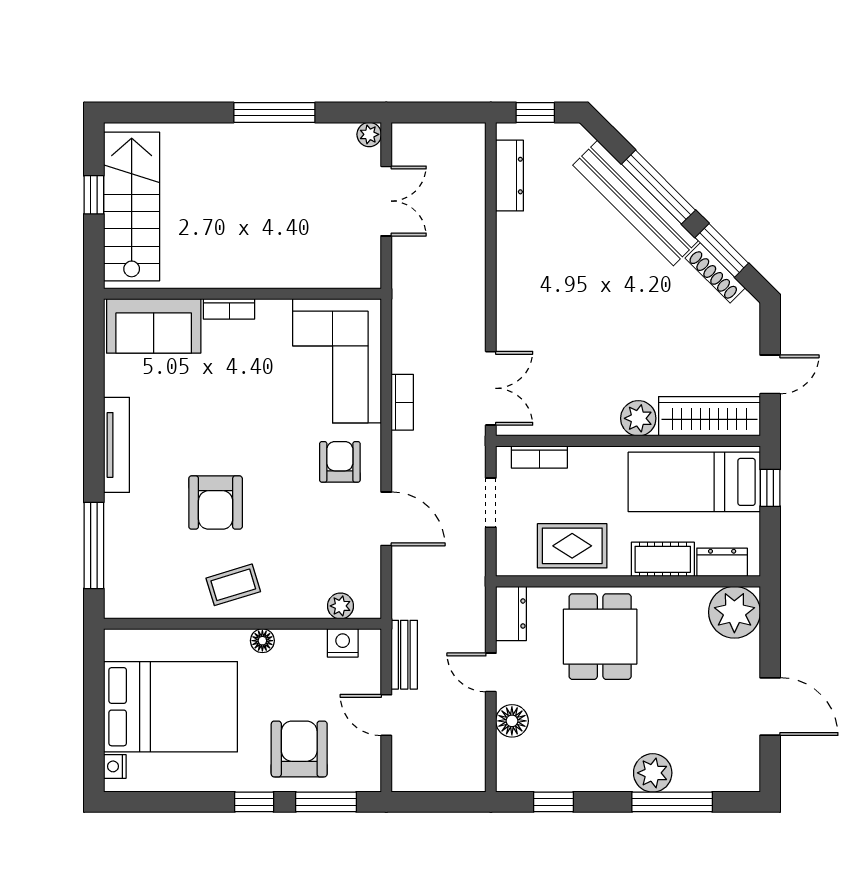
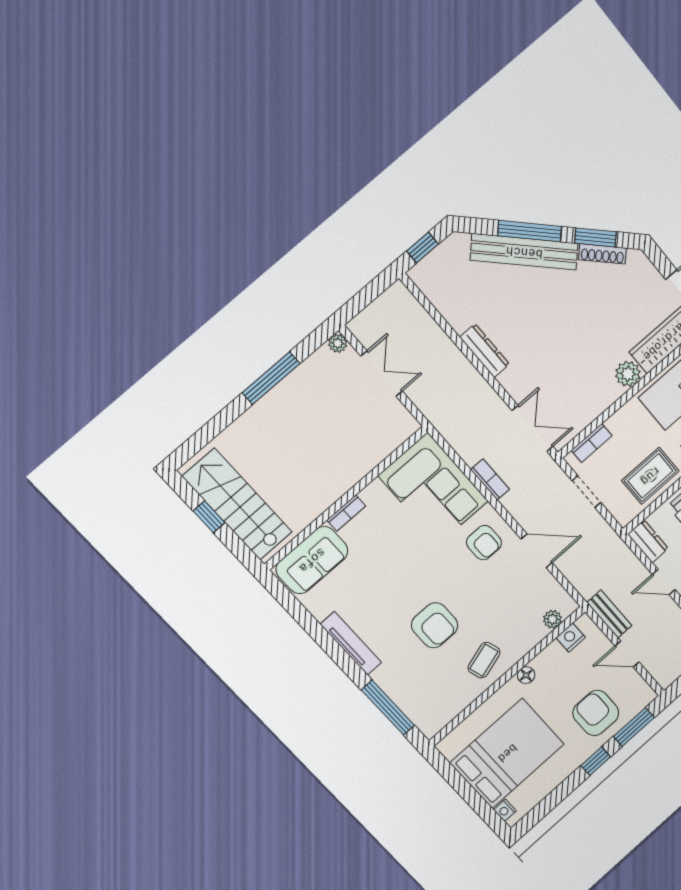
dresser: (510, 176) -> (485, 351), moved
armchair: (340, 462) -> (484, 543), turned 180

